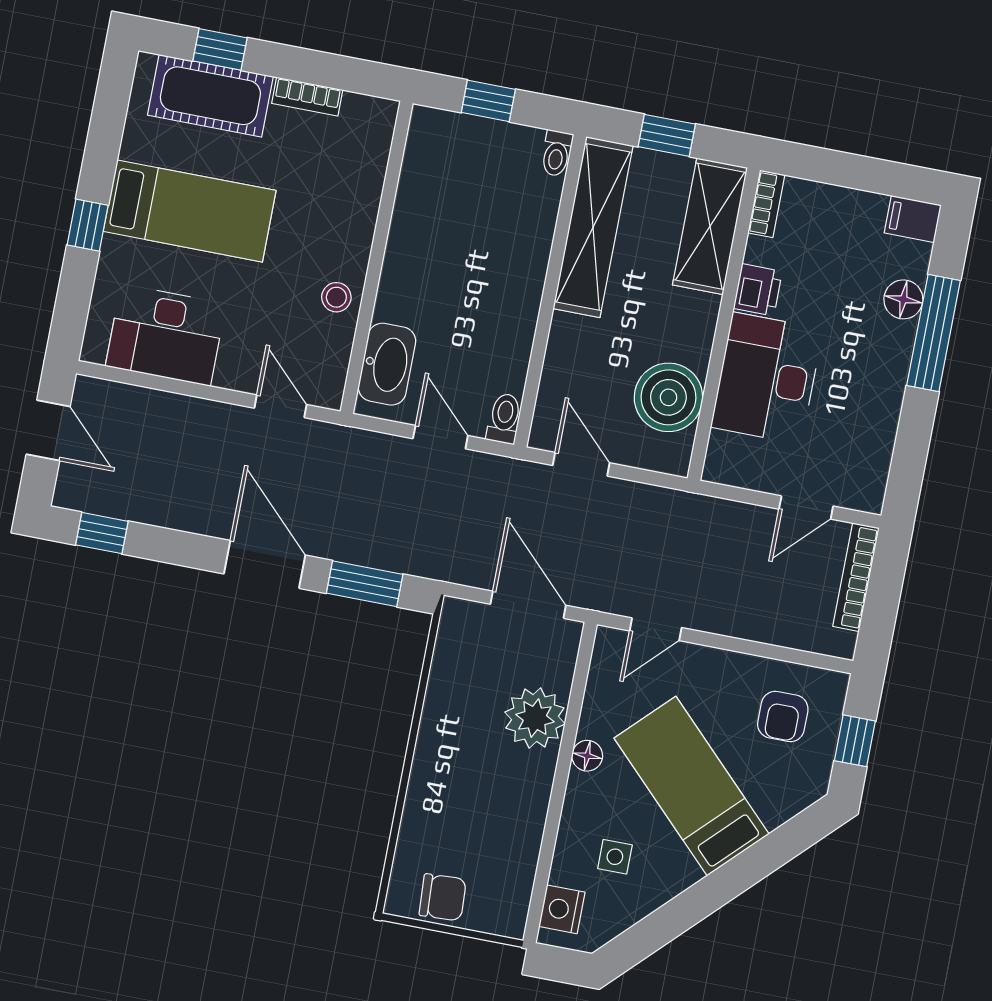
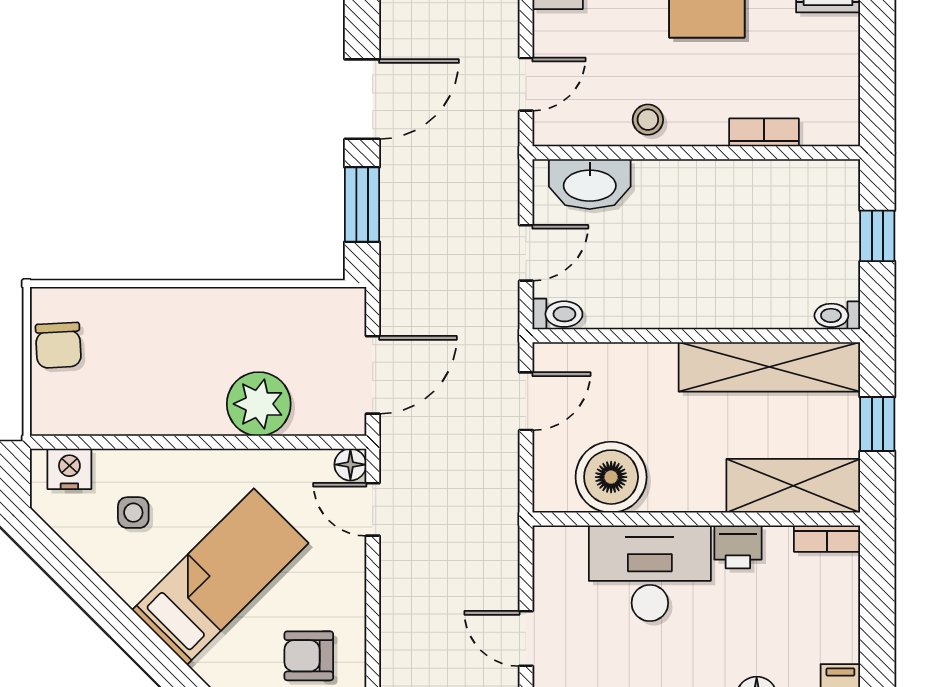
bookcase: (307, 97) -> (764, 132), moved, turned 90
floor lamp: (587, 756) -> (350, 465), moved

